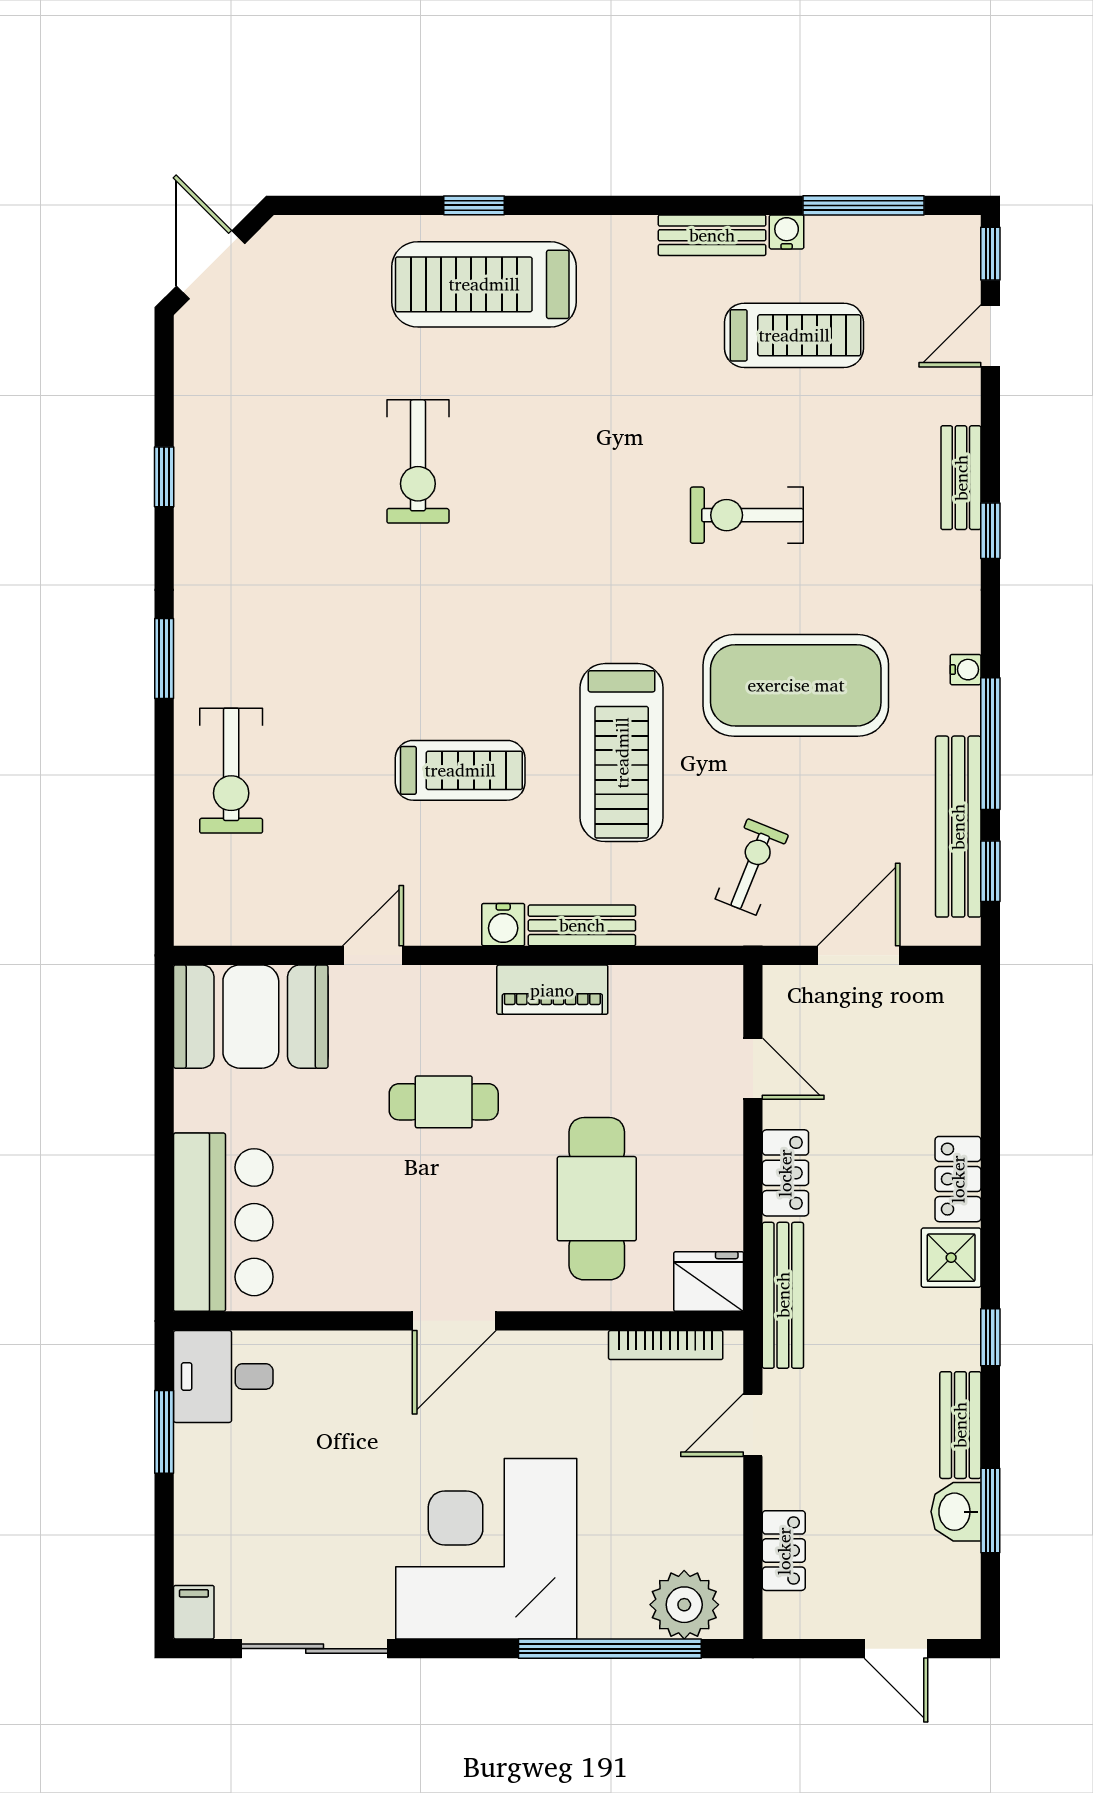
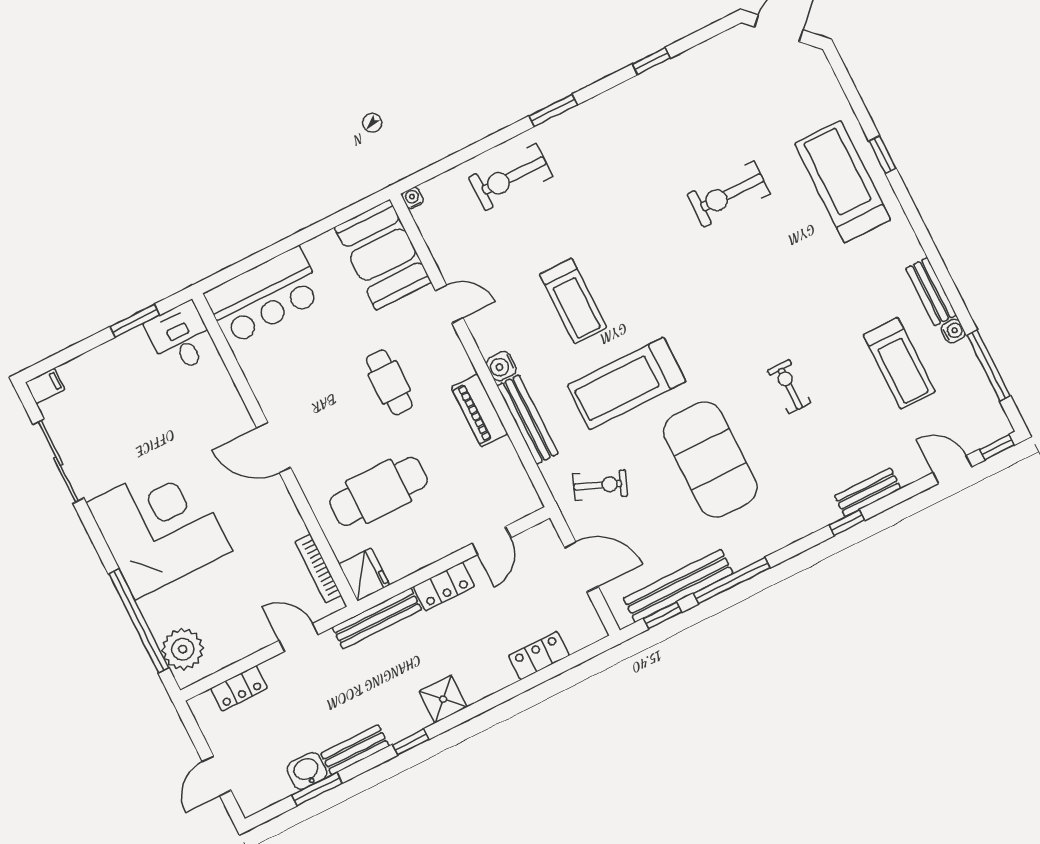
exercise bike: (747, 515) -> (789, 387), width x0.73, depth x0.72
water cooler: (966, 670) -> (413, 198), moved, turned 180
bench: (582, 925) -> (528, 420), width x1.36
locker: (958, 1179) -> (539, 656), moved

